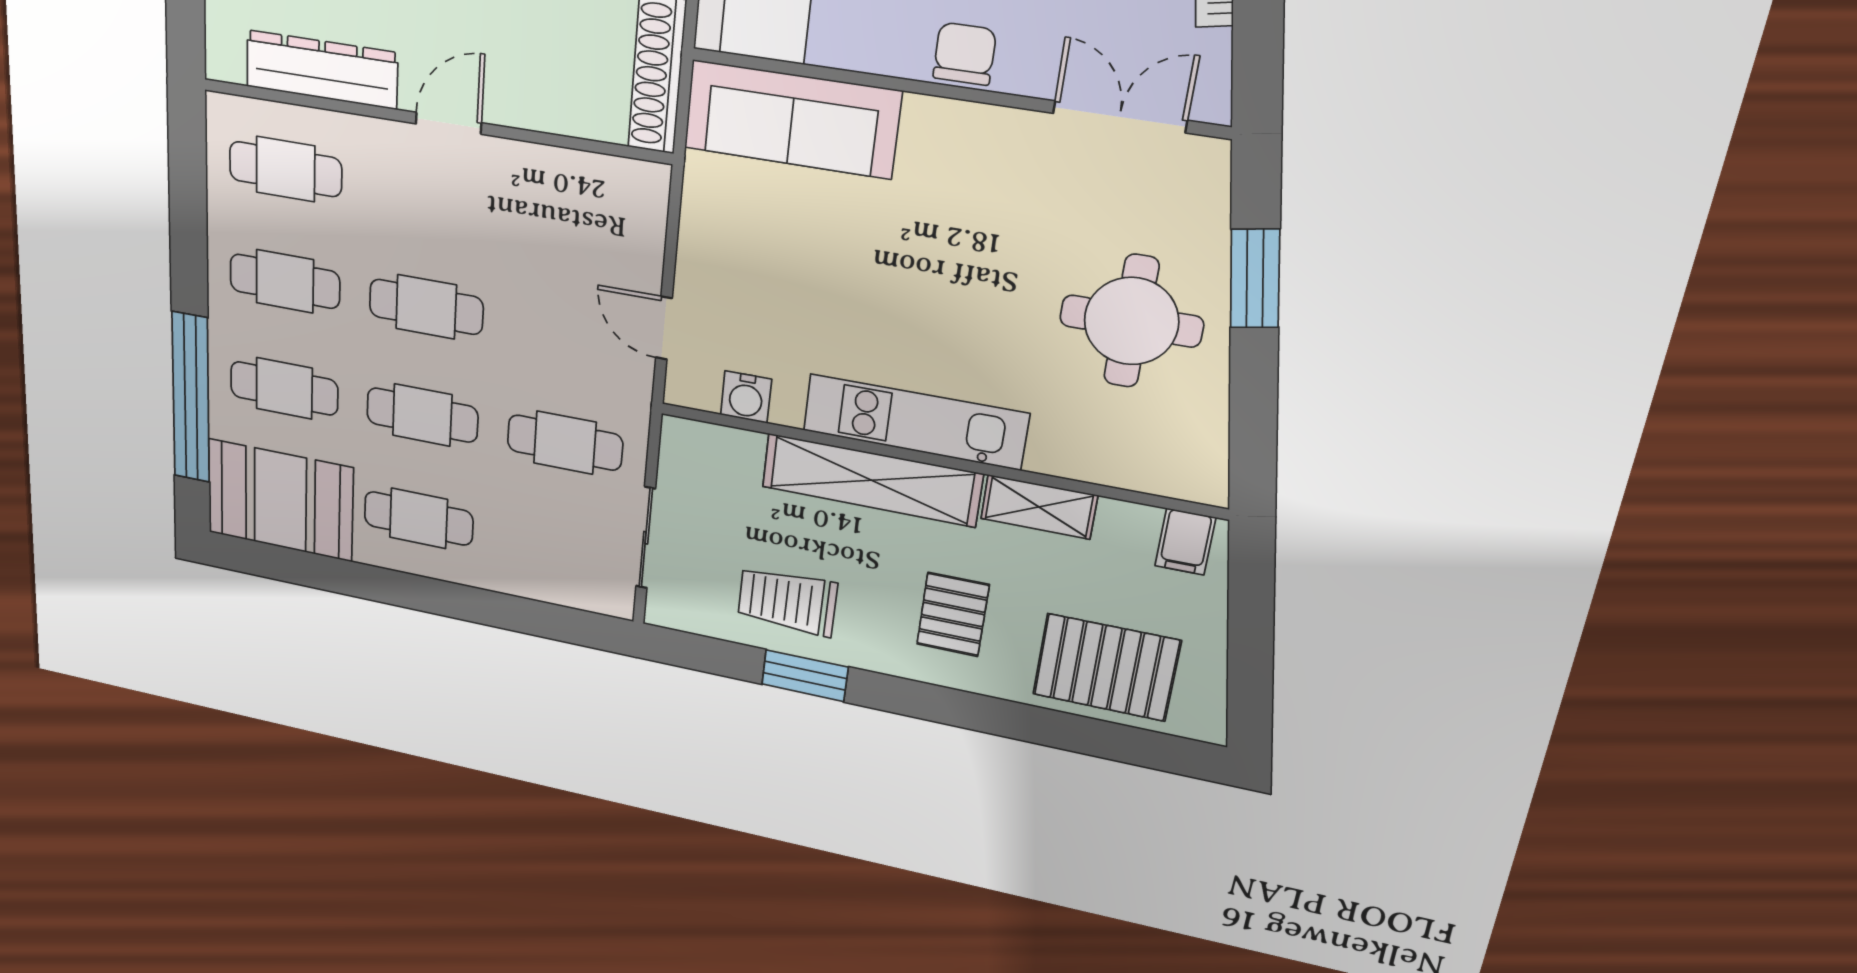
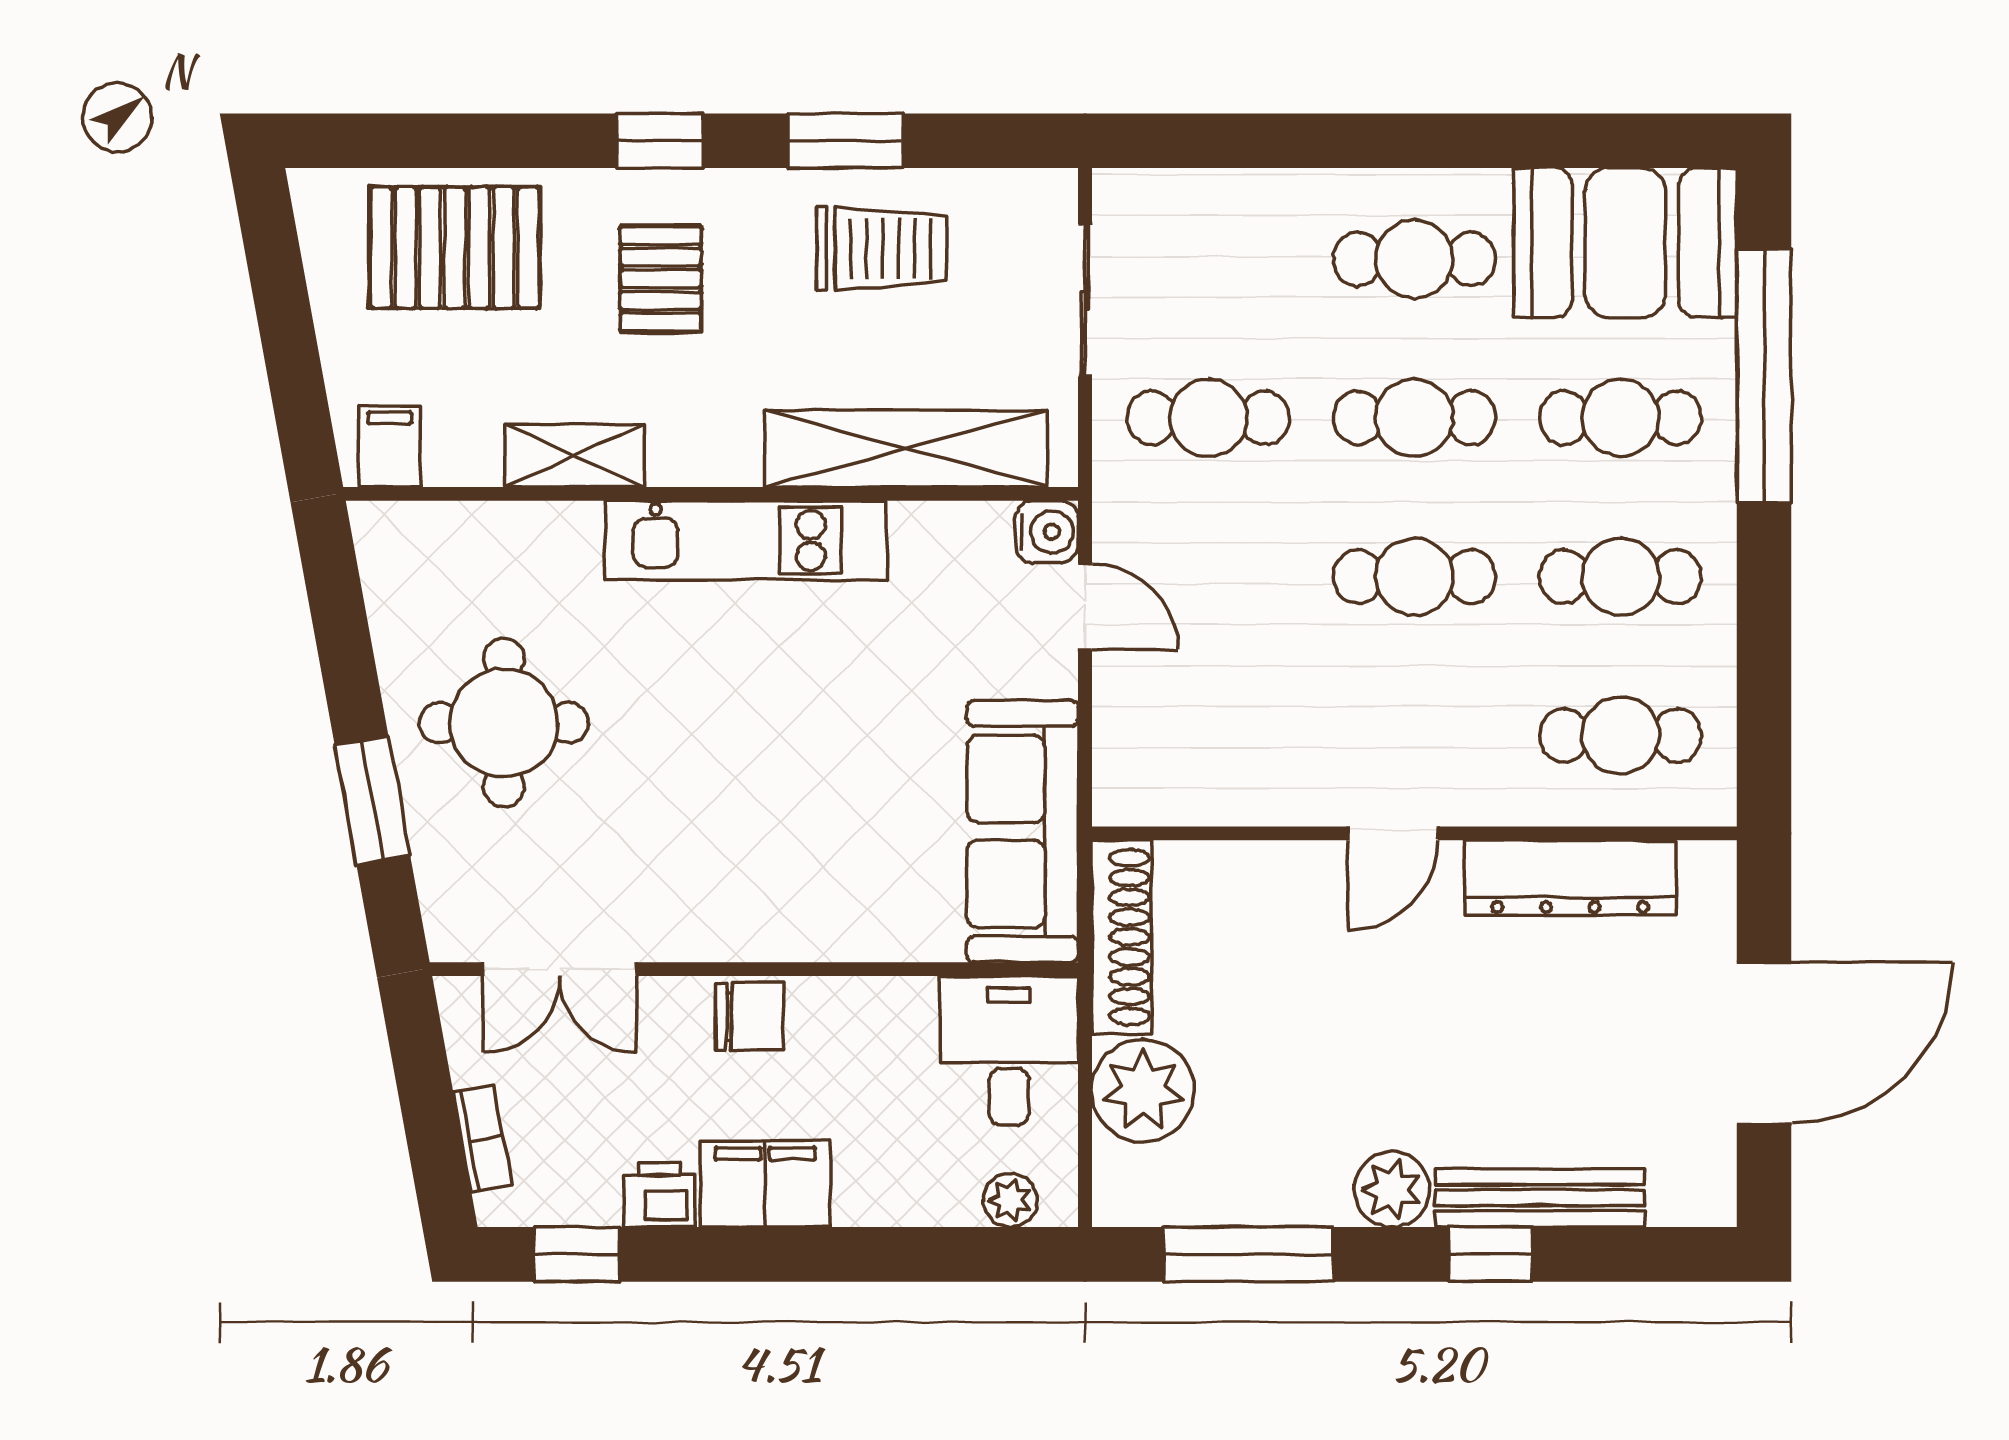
chair: (965, 54) -> (749, 1017), turned -90
sofa: (792, 119) -> (1023, 831), moved, turned -90
water cooler: (746, 397) -> (1047, 532), moved, turned 90
shelving: (871, 480) -> (906, 448), moved
window: (939, 704) -> (660, 141), added

